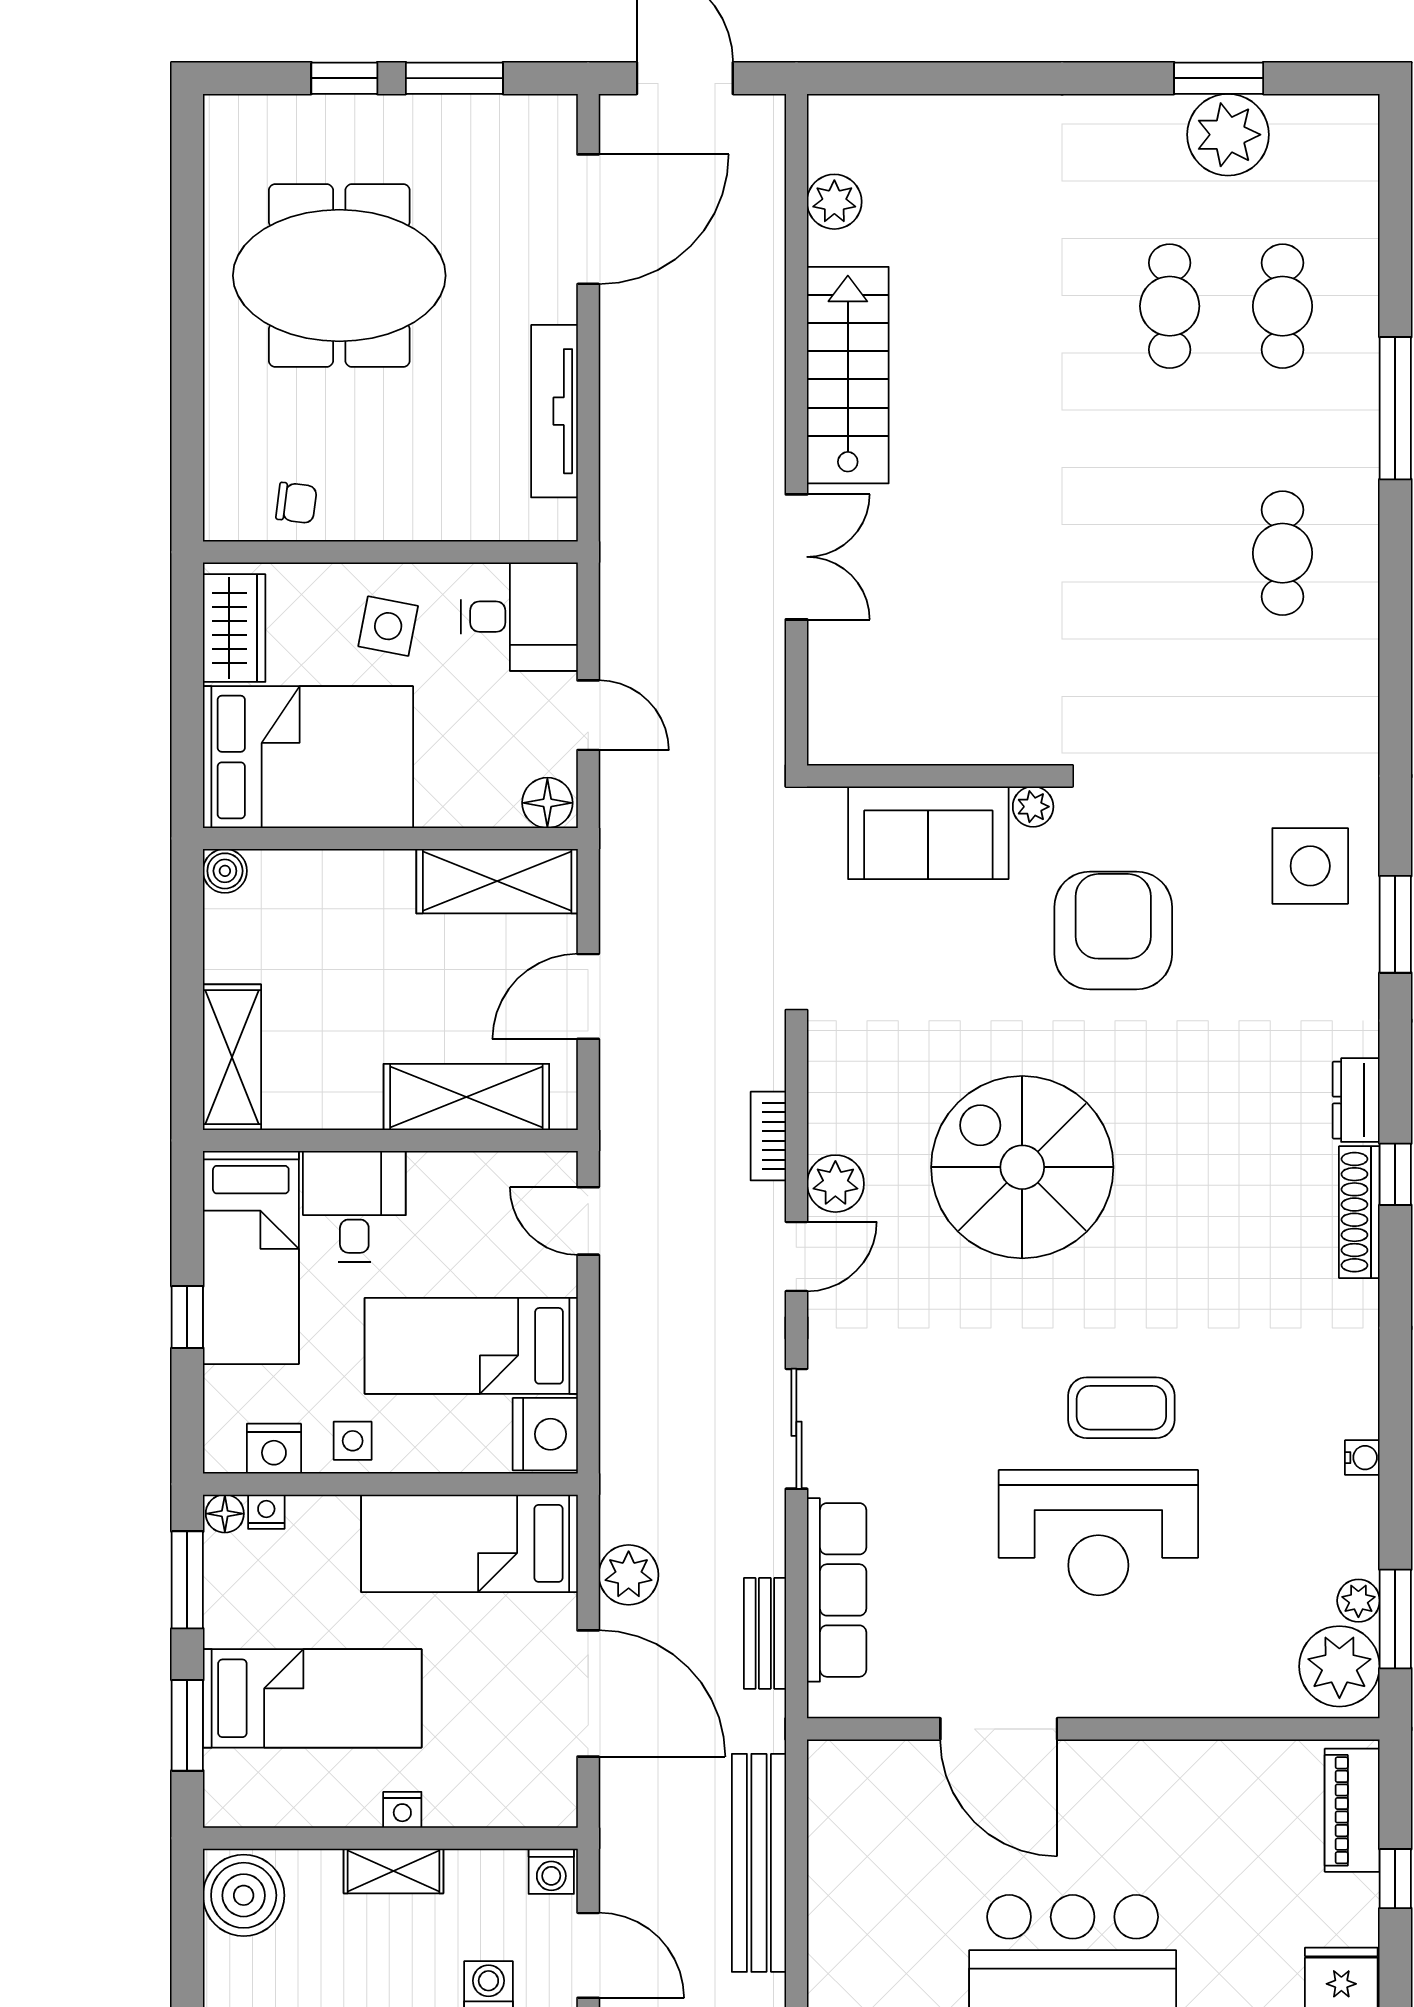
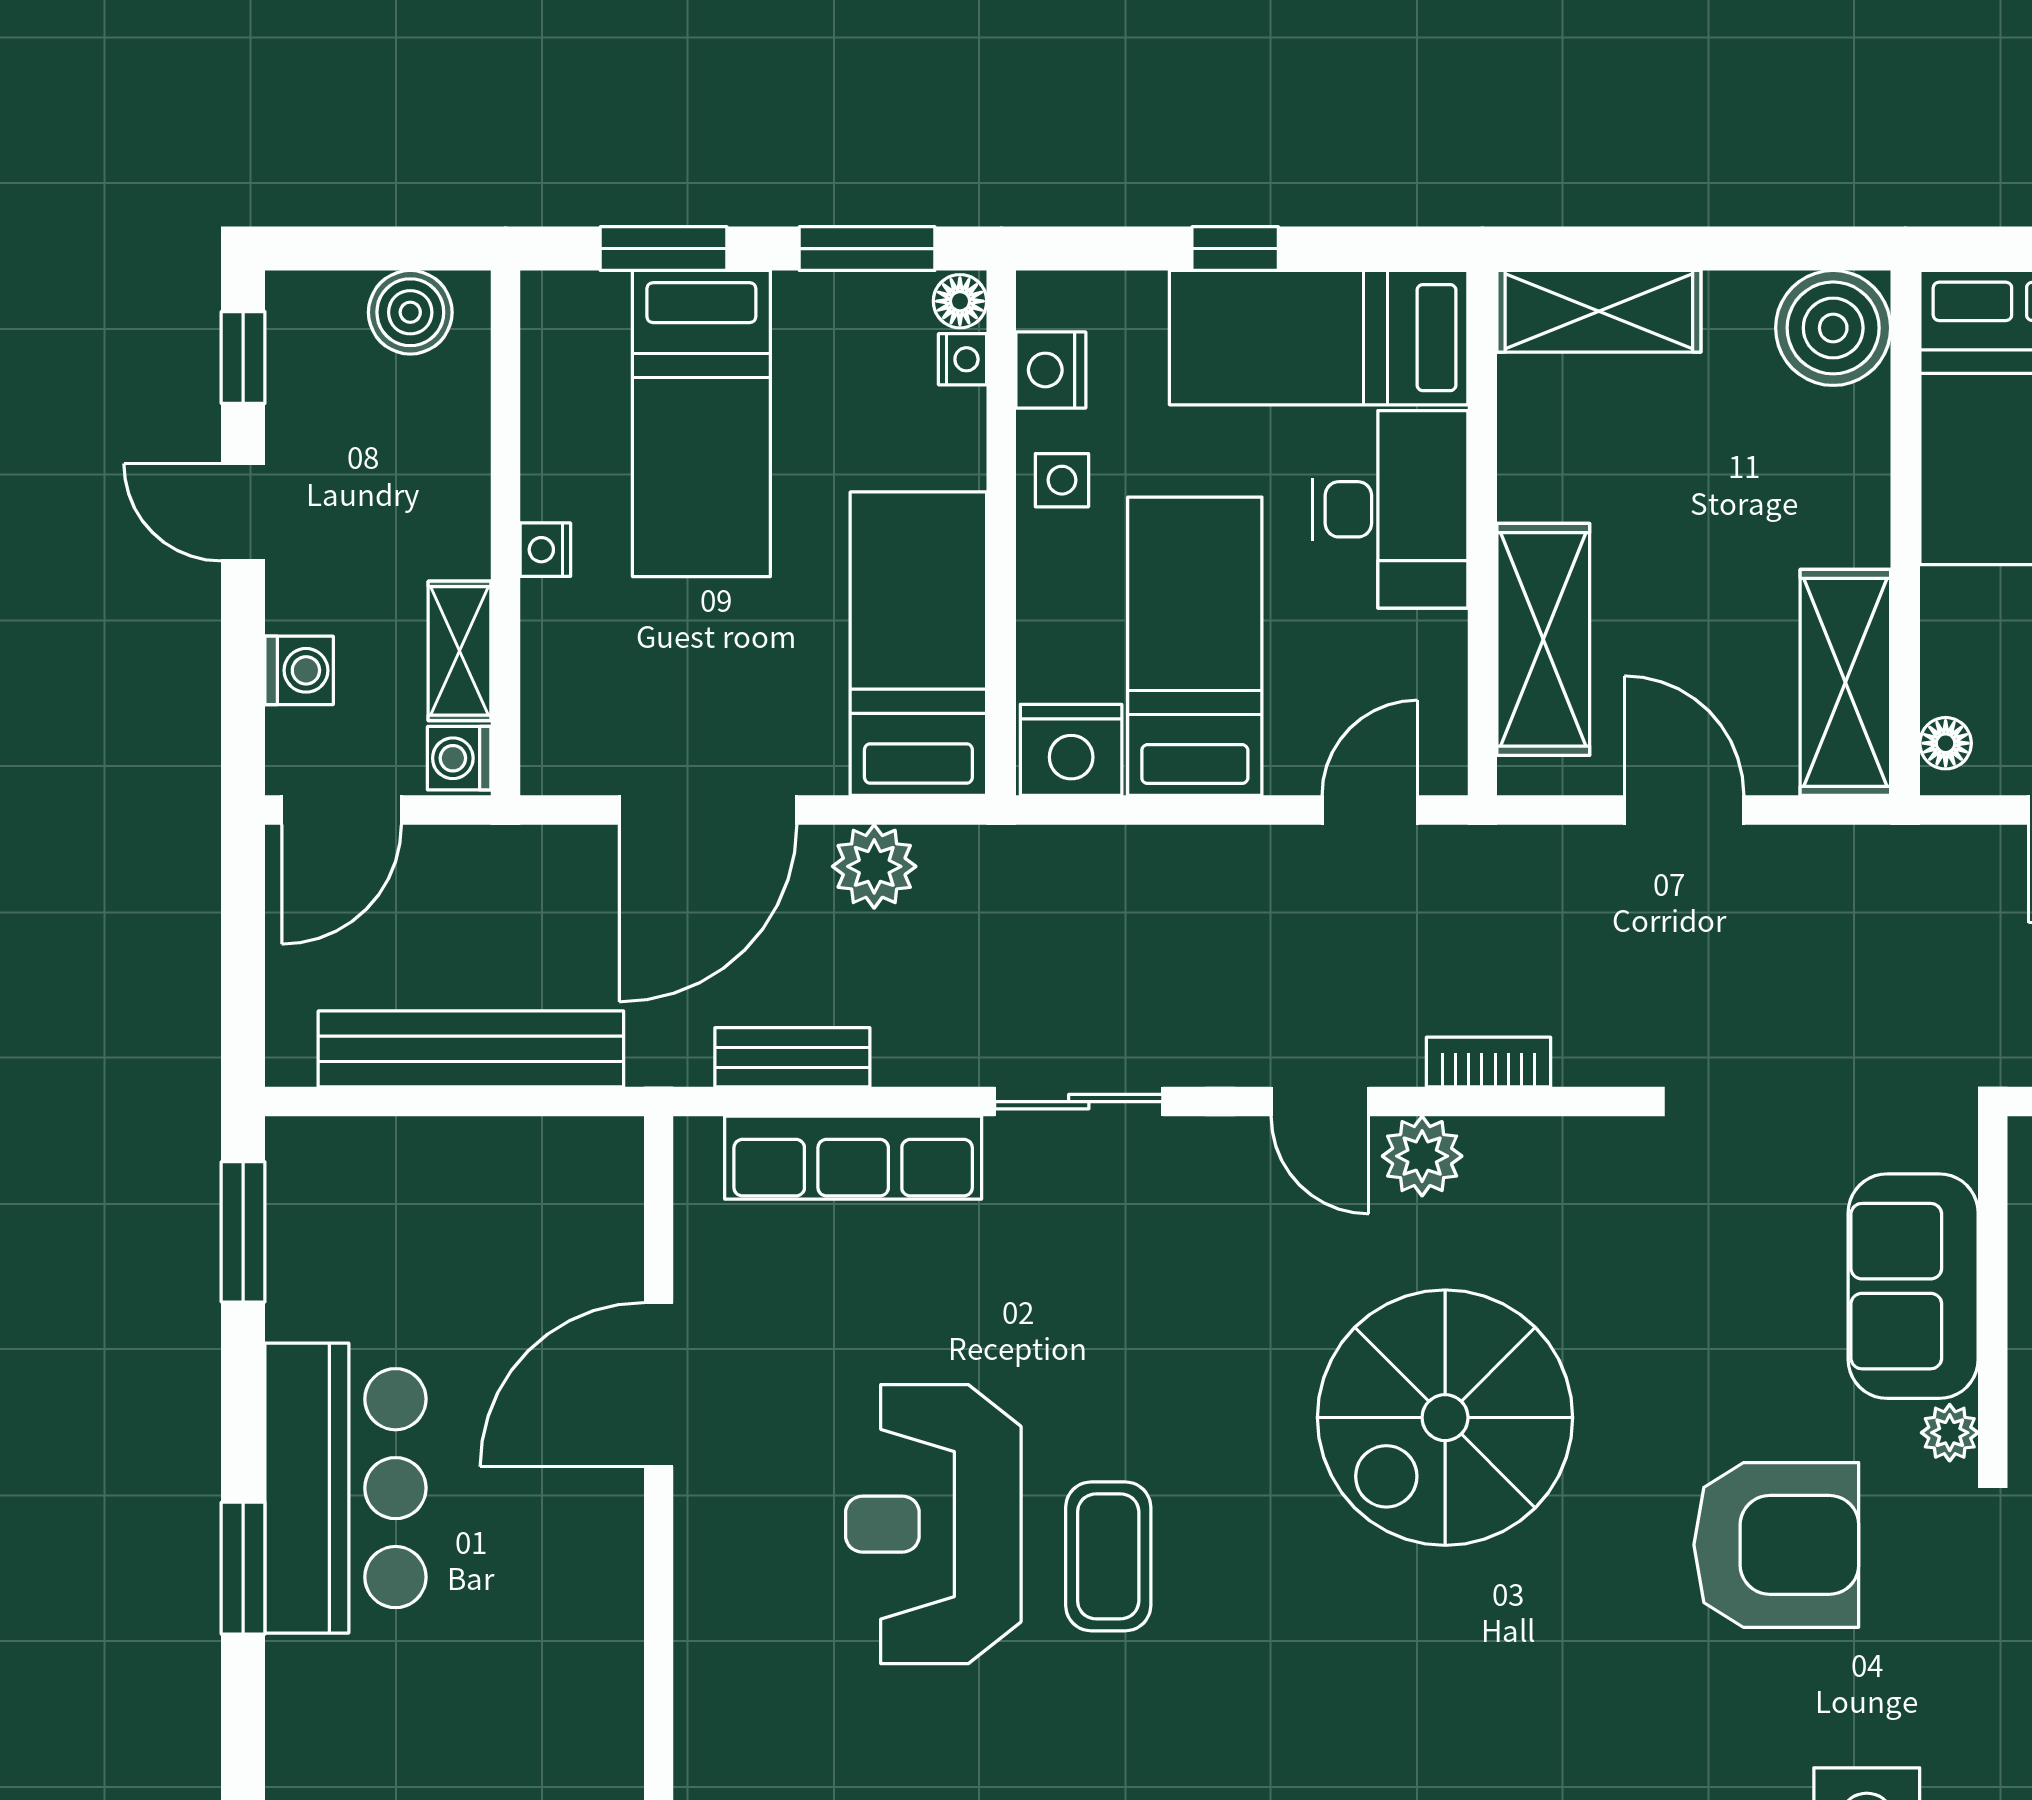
floor lamp: (547, 803) -> (1946, 743), width x0.73, depth x0.73
boiler: (225, 871) -> (1833, 328), width x1.86, depth x1.86
spiral stairs: (1022, 1167) -> (1445, 1418), turned 180
desk: (354, 1206) -> (1390, 509), width x1.37
shelving: (393, 1871) -> (460, 651), moved
boiler: (244, 1895) -> (410, 312), width x0.73, depth x0.73

